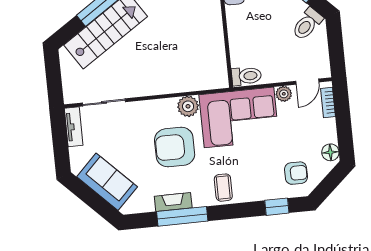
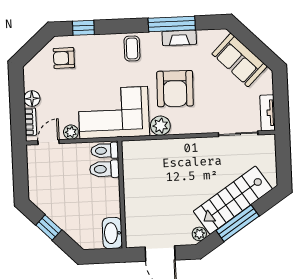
toilet: (307, 24) -> (104, 169), moved, turned -135
armchair: (175, 147) -> (175, 89), turned 91
floor lamp: (330, 152) -> (32, 99), moved

